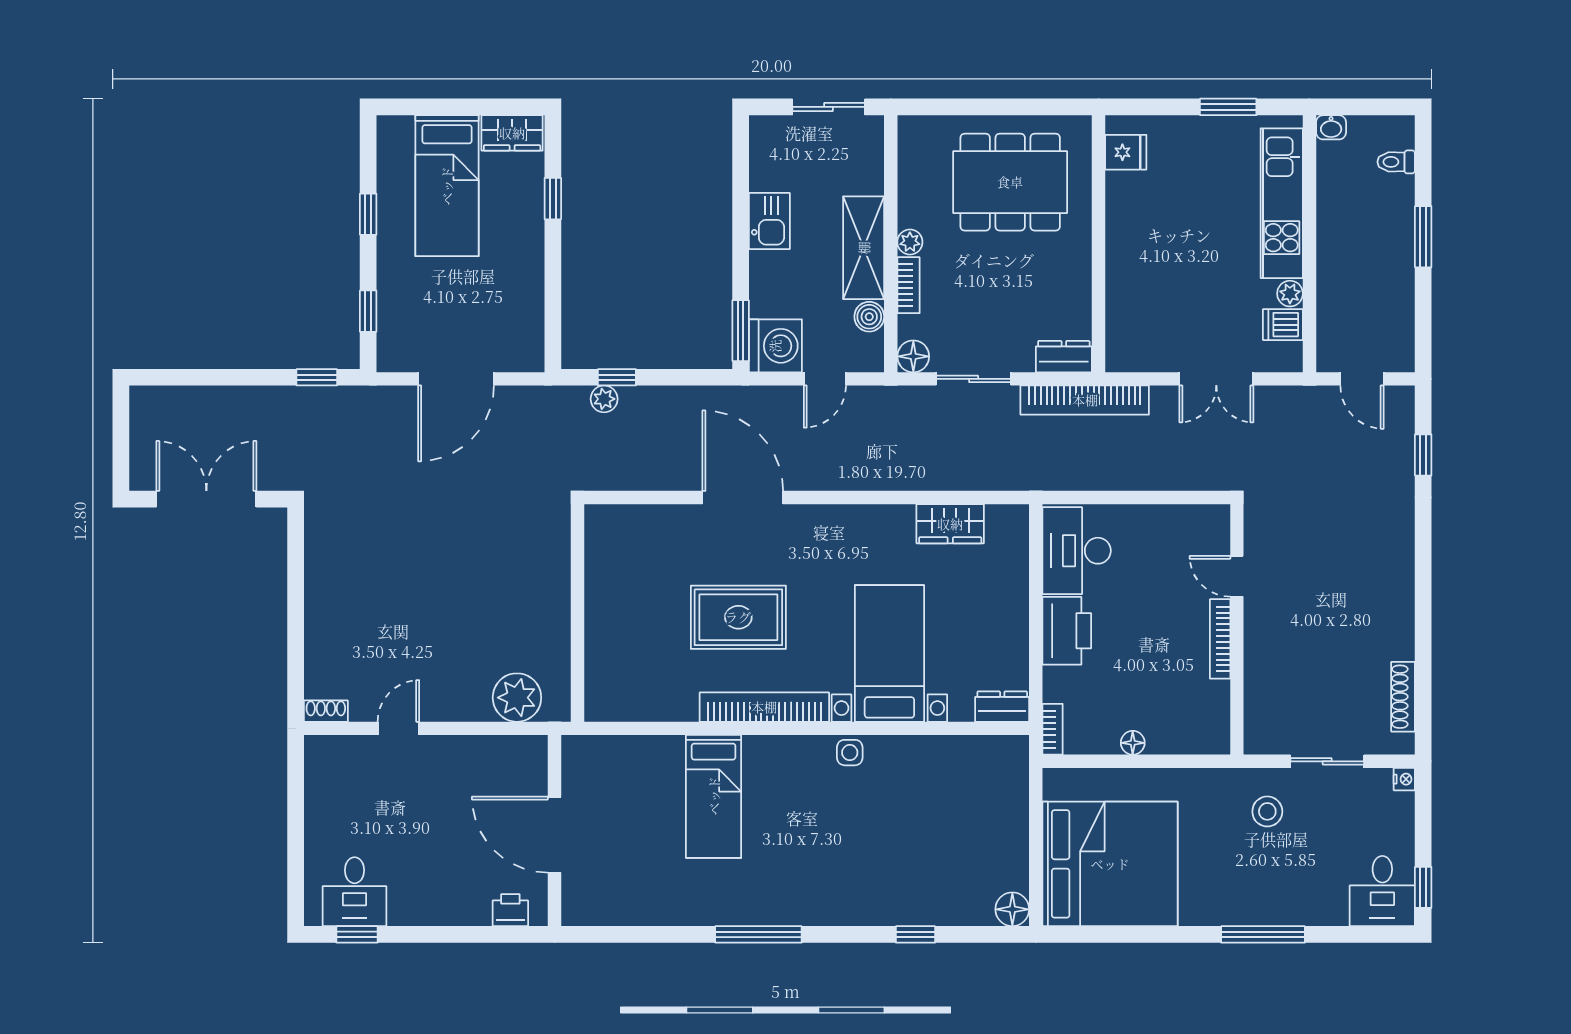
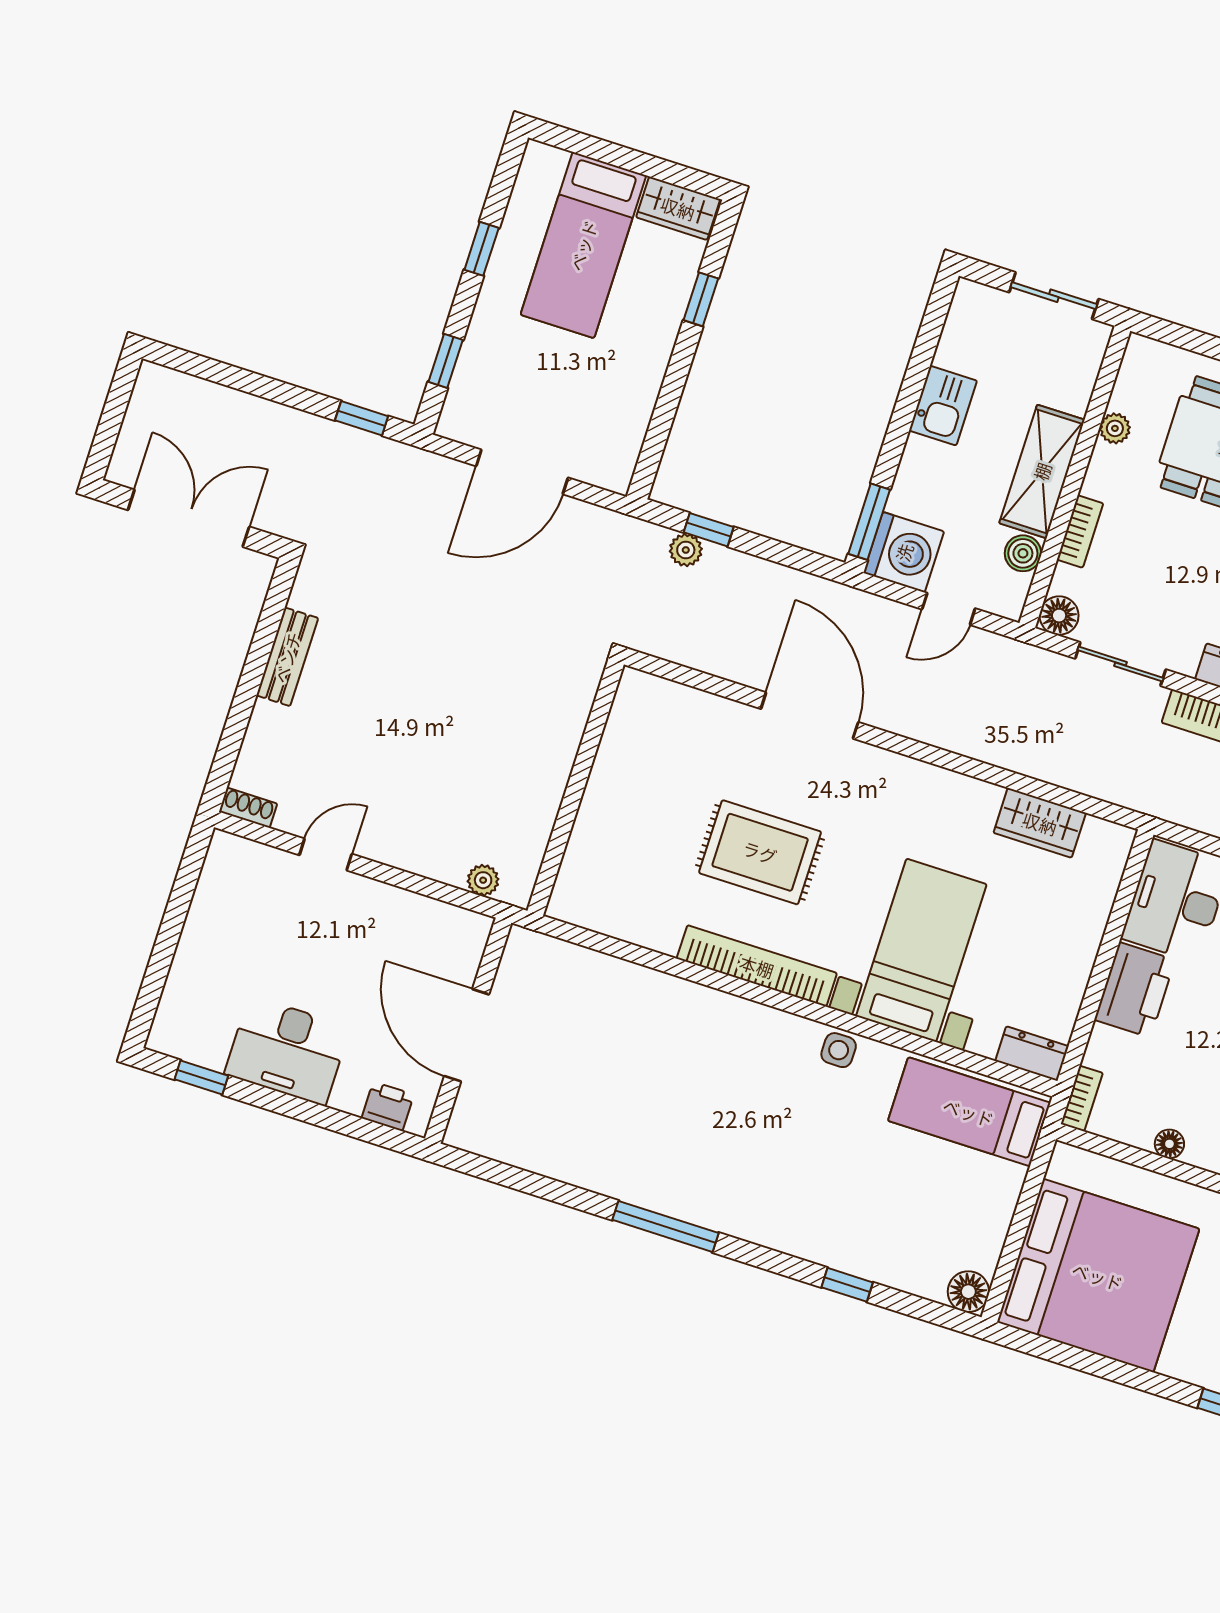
plant: (910, 242) -> (1115, 428), moved
bench: (319, 583) -> (287, 657), added
plant: (517, 698) -> (483, 880), width x0.53, depth x0.53
bed: (714, 796) -> (969, 1112), moved, turned 90
desk: (355, 892) -> (287, 1051), moved, width x1.37

